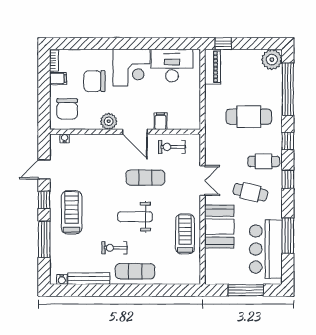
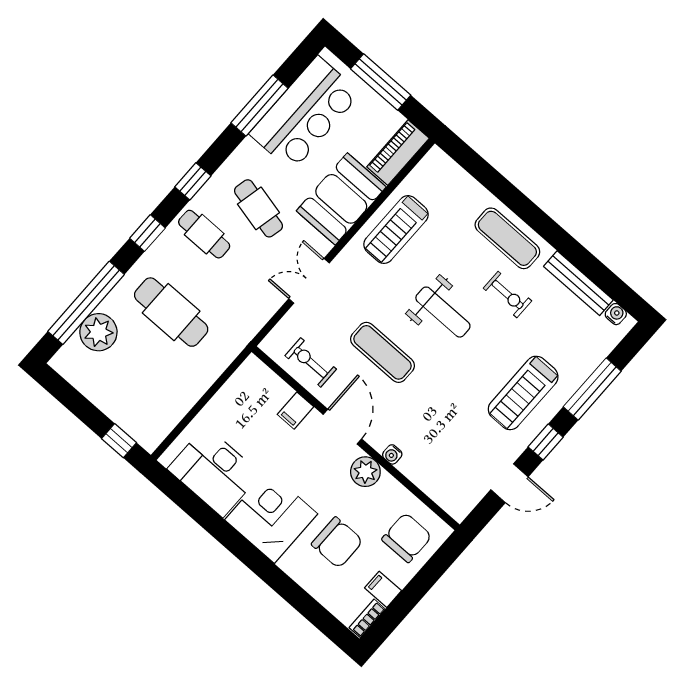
plant: (272, 60) -> (98, 332), moved
piano: (213, 67) -> (398, 152), moved
water cooler: (65, 138) -> (392, 454), moved
exercise bike: (172, 147) -> (311, 362), turned 180

